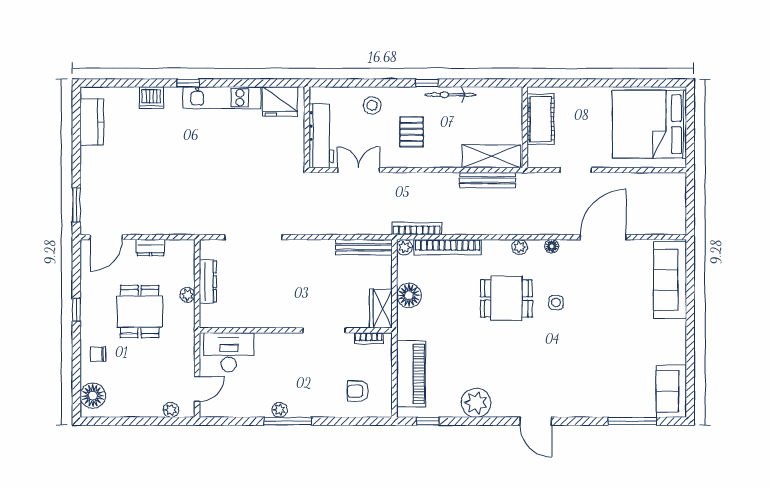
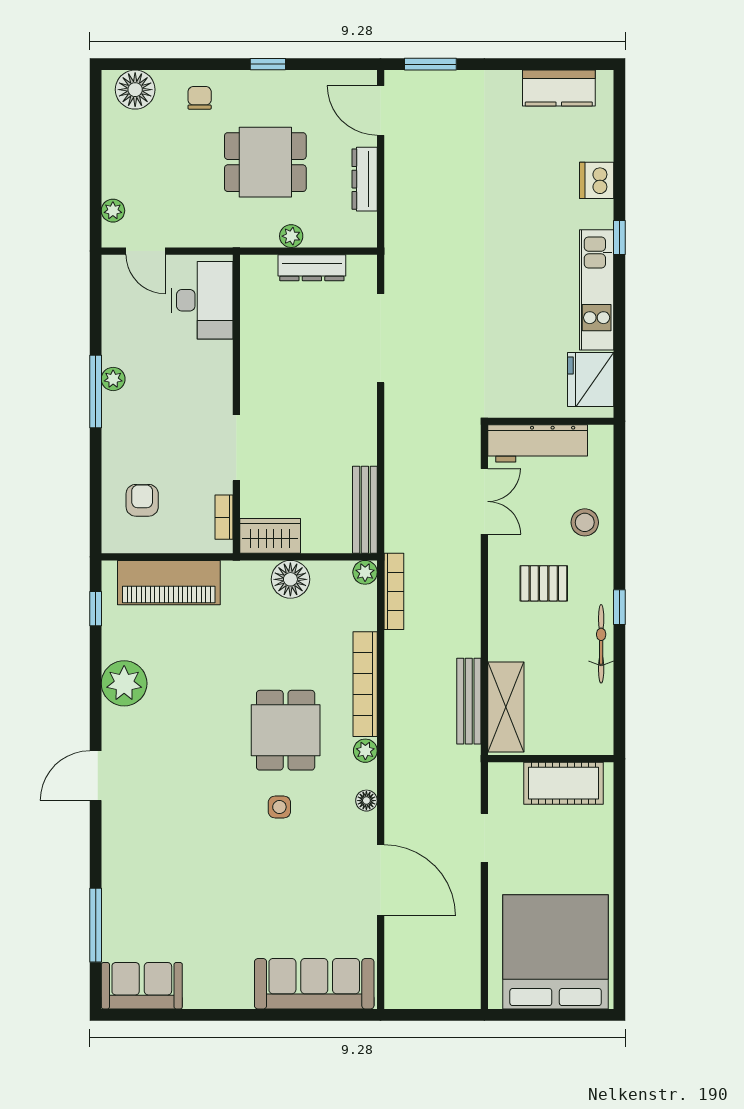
dresser: (151, 247) -> (365, 179), width x1.44
bookcase: (448, 247) -> (365, 684), moved

